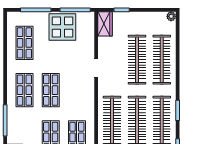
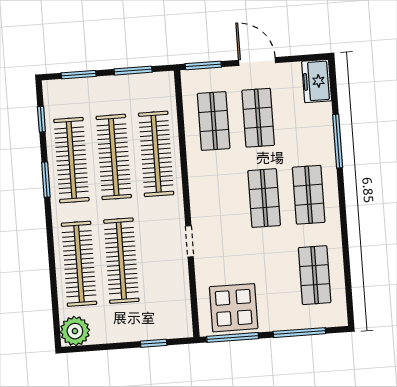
plant: (171, 16) -> (75, 331), width x1.87, depth x1.87
wardrobe: (105, 24) -> (180, 317), removed
display table: (62, 27) -> (234, 308), moved

